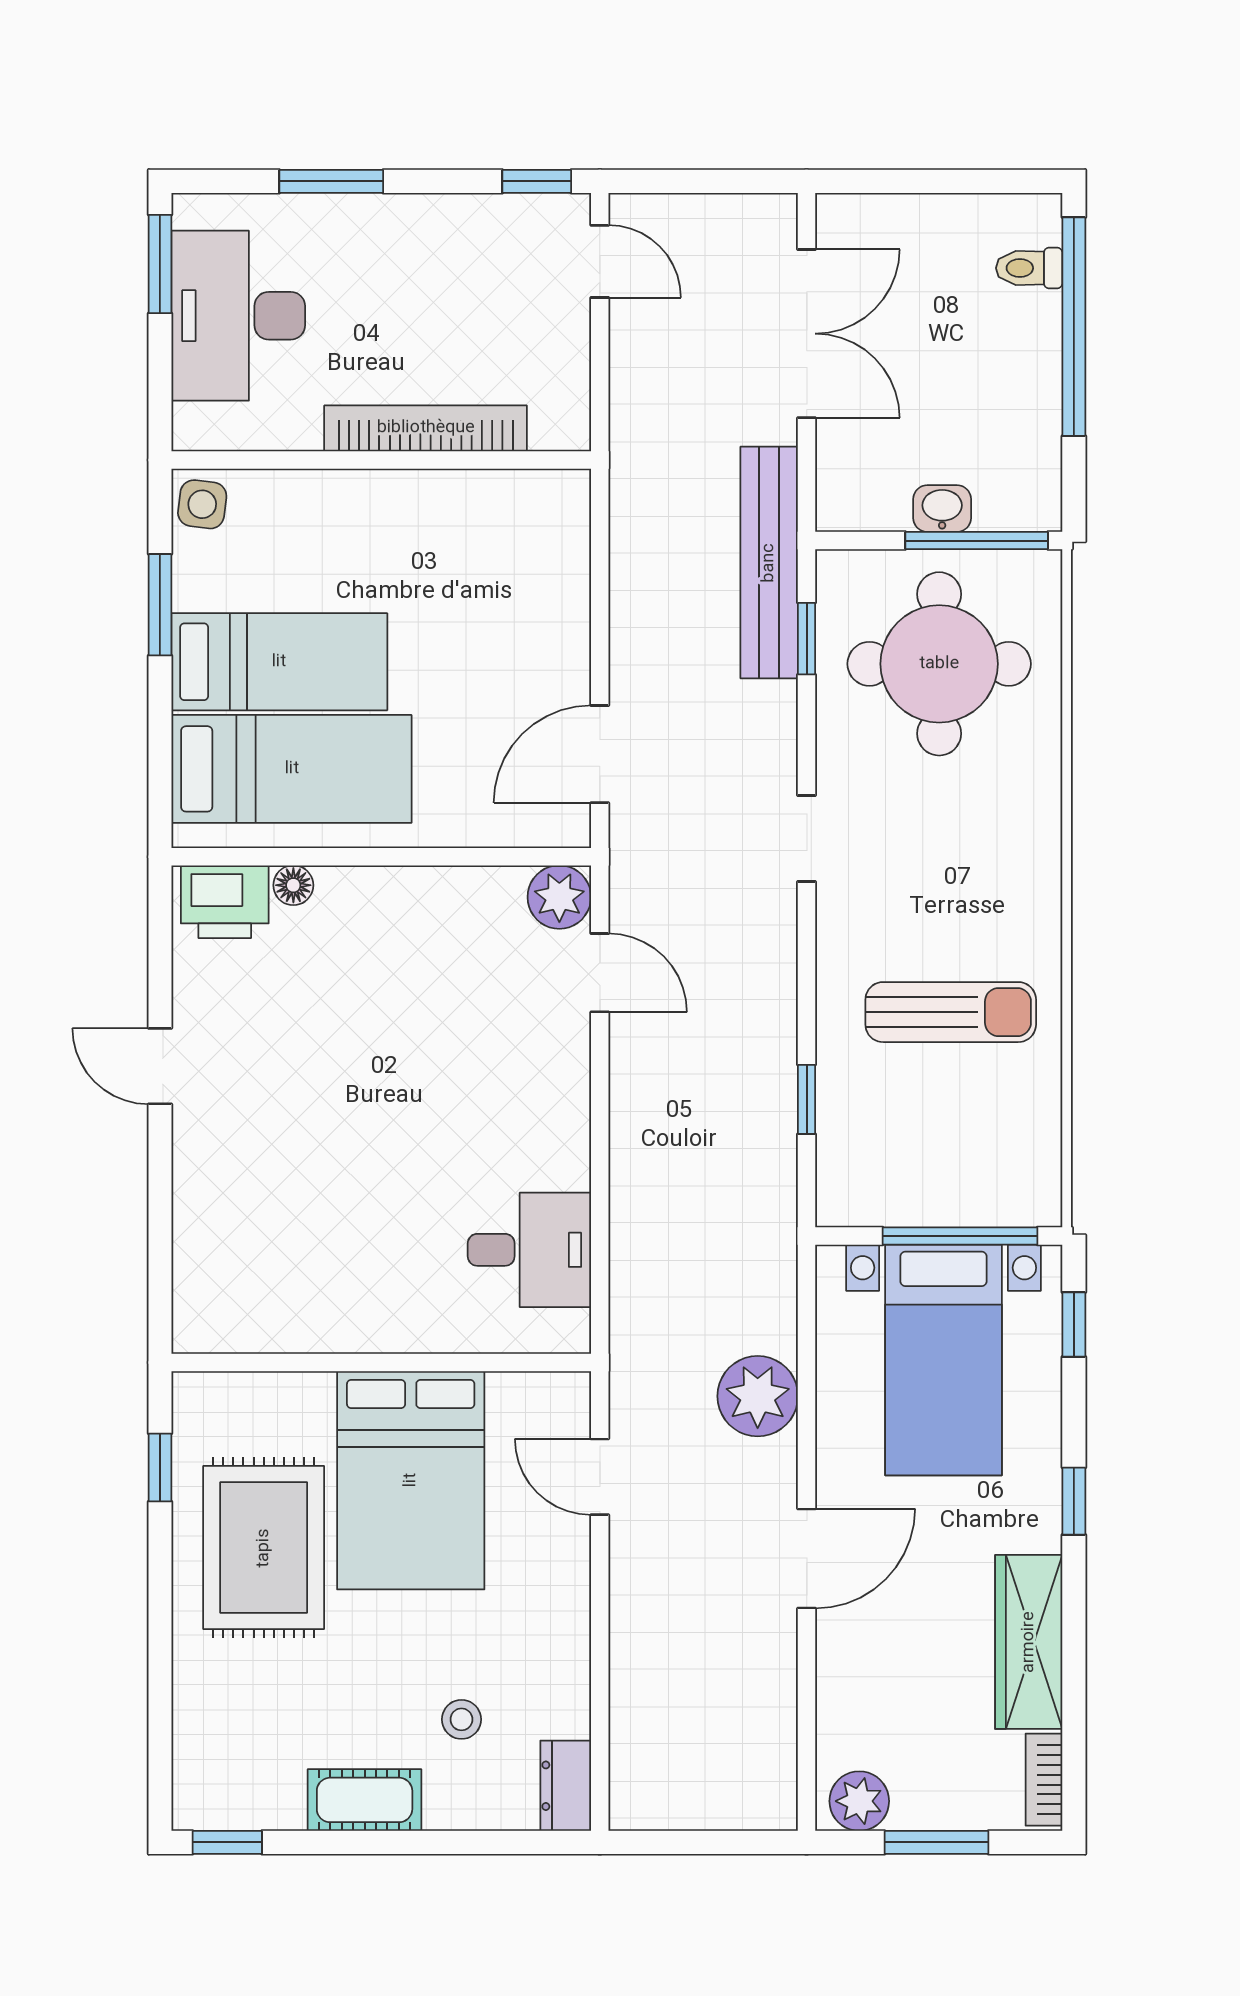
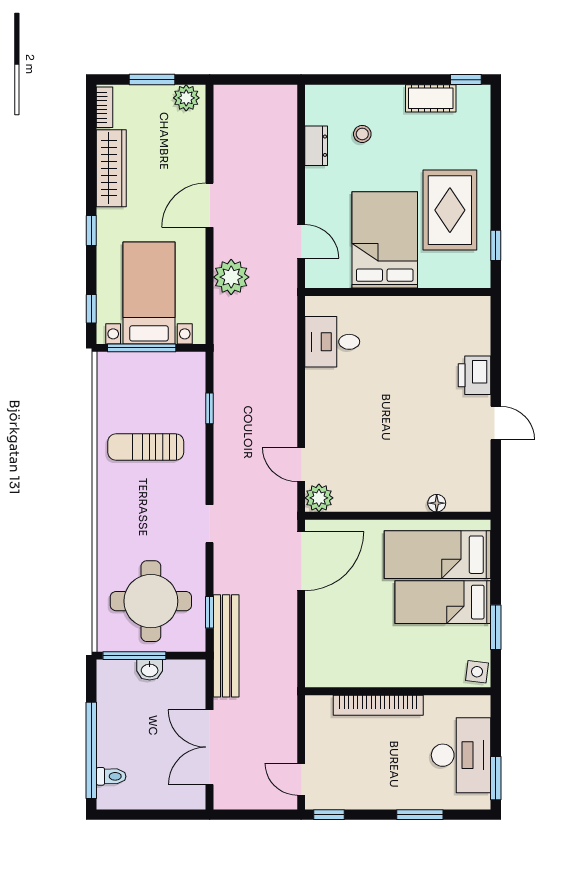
door: (600, 754) -> (301, 561), width x1.36
printer: (225, 902) -> (475, 375), moved, turned -90
dresser: (566, 1786) -> (316, 146), moved
cot: (365, 1800) -> (431, 98), moved

